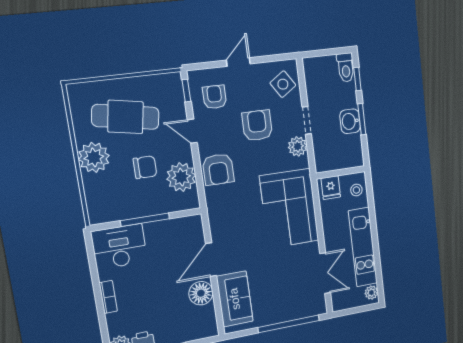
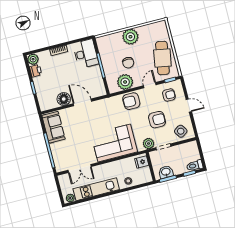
cafe table: (125, 117) -> (162, 58), moved
wall: (341, 172) -> (151, 167), moved
fridge: (331, 188) -> (142, 162), moved
sofa: (235, 299) -> (54, 127), moved, turned -90

